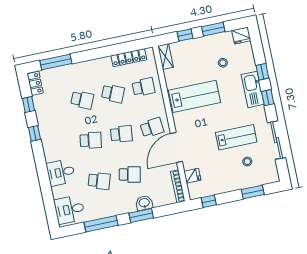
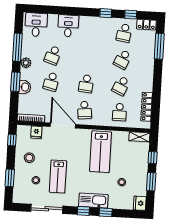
school desk: (91, 140) -> (124, 33), moved
stool: (224, 176) -> (29, 158), added
plant: (116, 209) -> (26, 63), added

